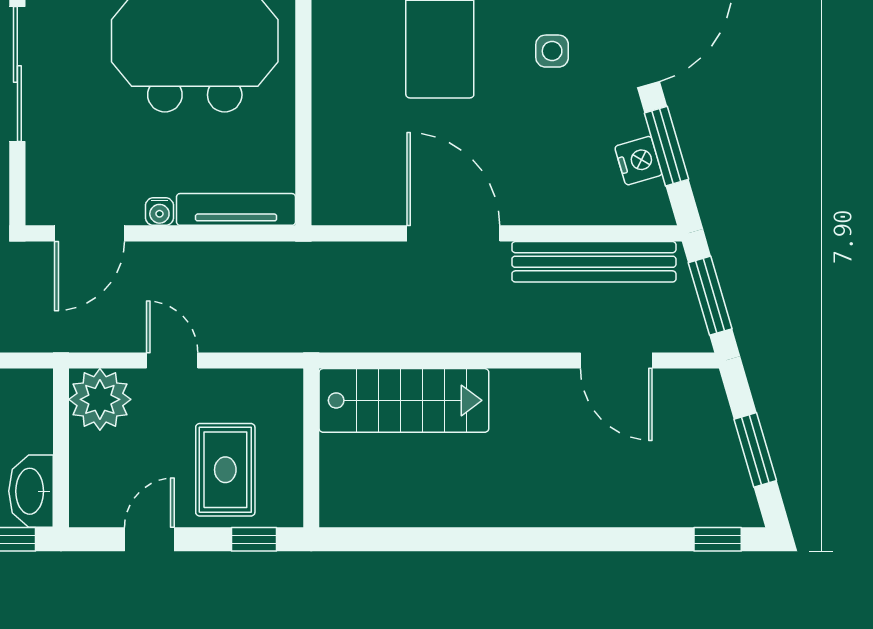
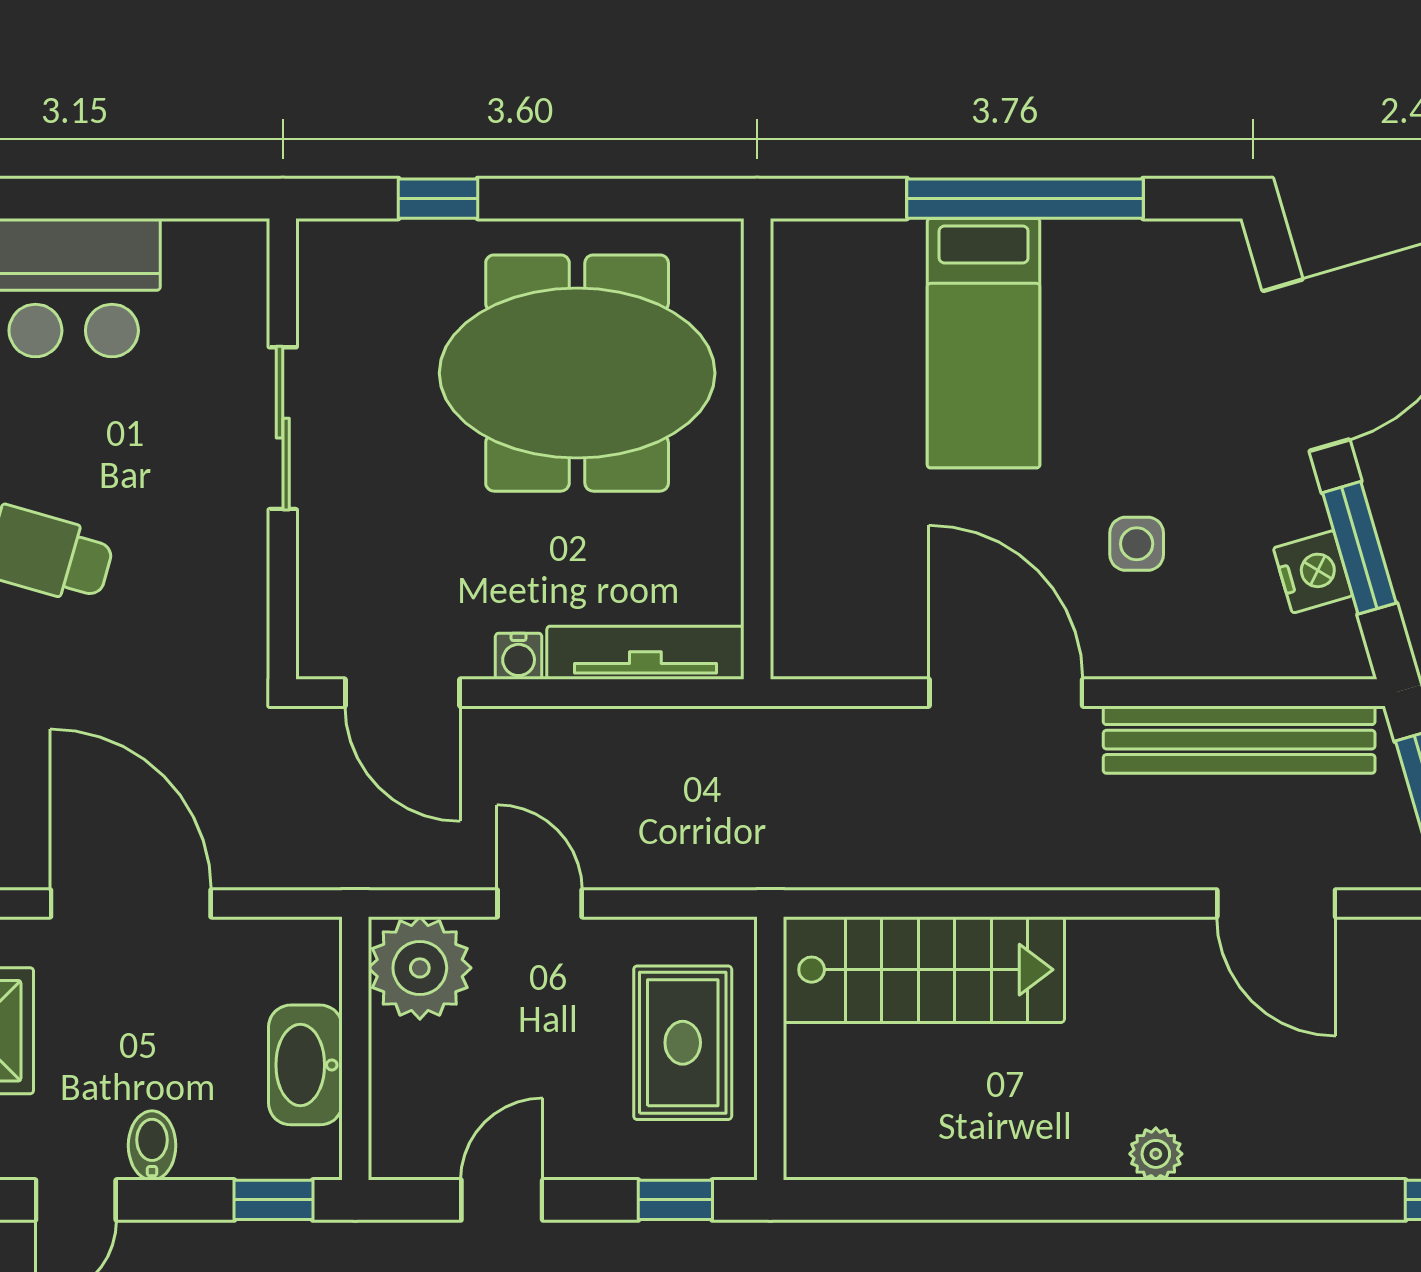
side table: (552, 51) -> (1137, 544), moved
sliding door: (17, 74) -> (283, 428), width x0.73
door: (90, 233) -> (402, 693), hinge flipped
rug: (225, 470) -> (683, 1043), moved
washbasin: (31, 491) -> (305, 1065), moved
plant: (544, 512) -> (1156, 1154), added

